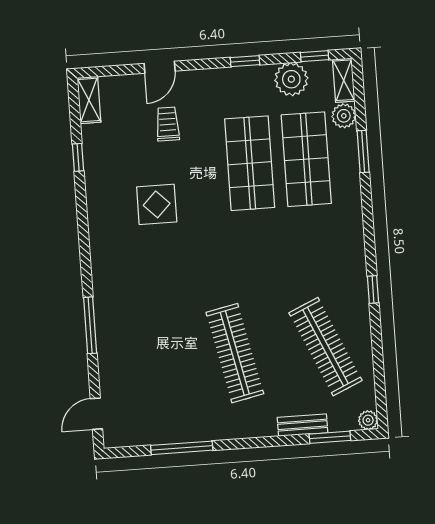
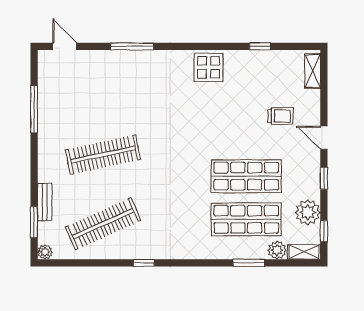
door: (160, 67) -> (324, 138), moved
shelving: (89, 100) -> (313, 71), moved, turned 90
display table: (157, 204) -> (209, 67), moved

